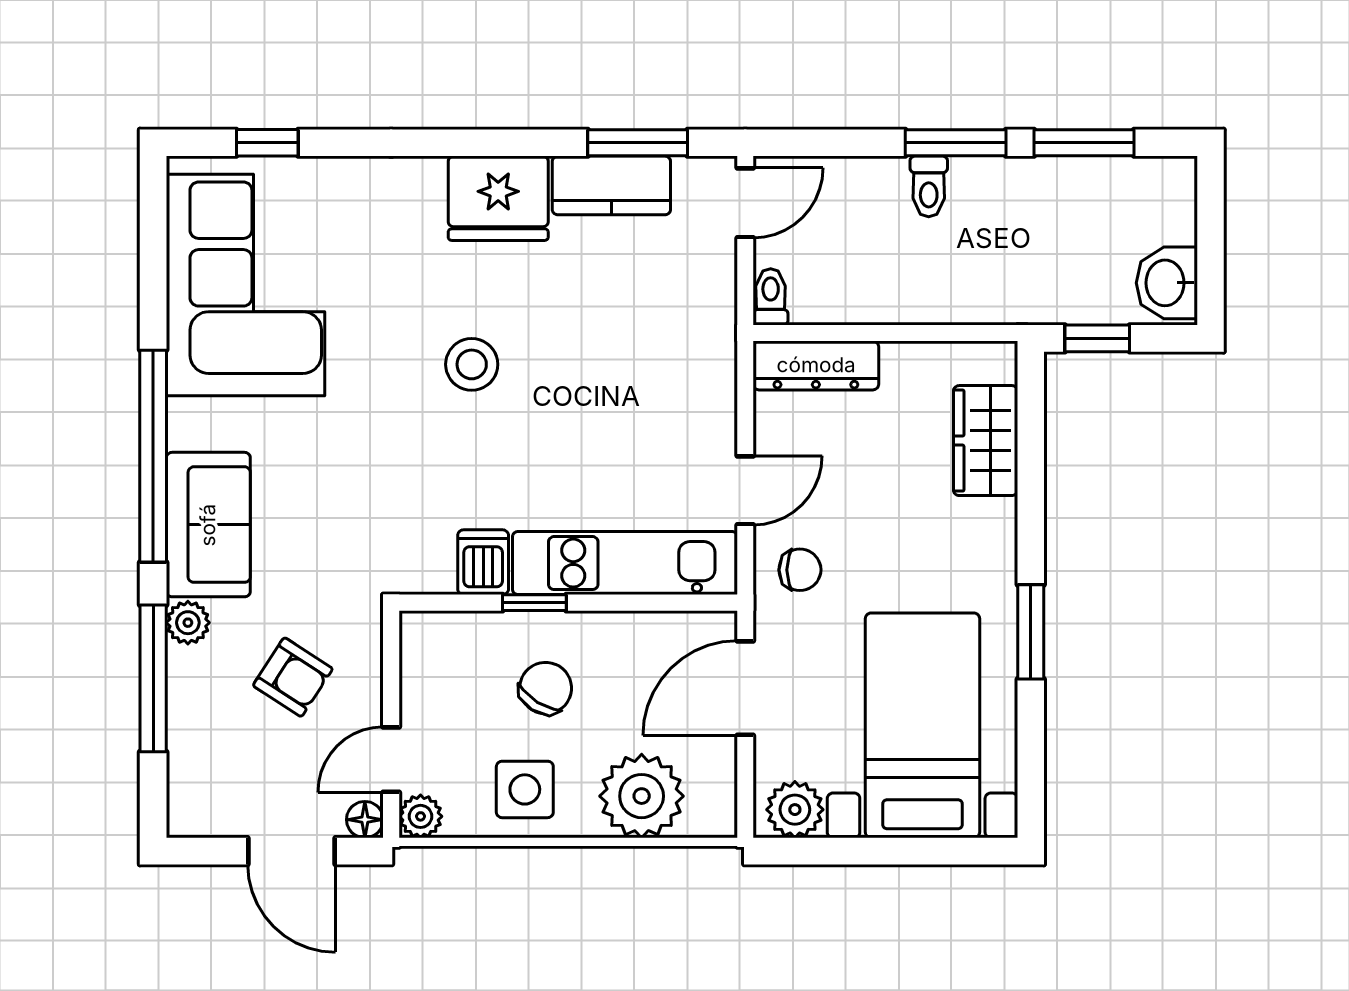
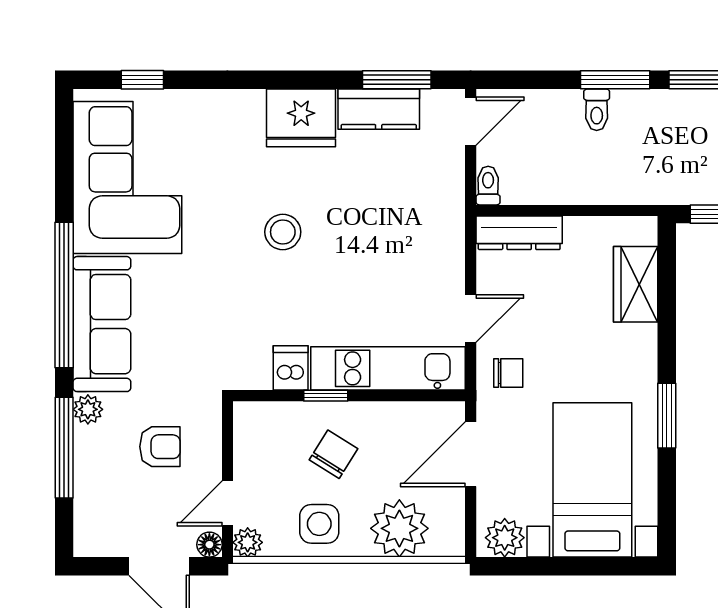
sofa: (208, 525) -> (102, 324), width x1.36
armchair: (293, 677) -> (160, 447), turned -33

